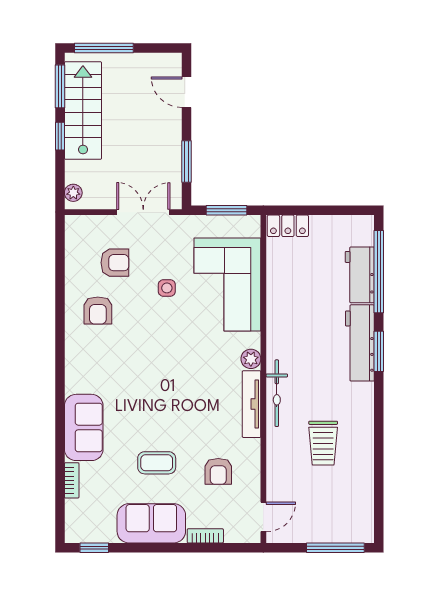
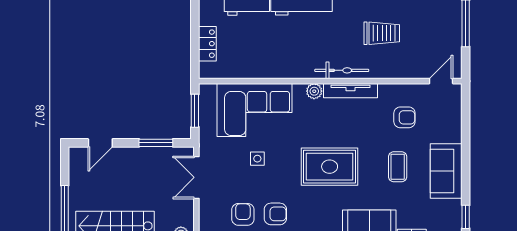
locker: (288, 226) -> (207, 44), moved
armchair: (115, 263) -> (243, 214), moved
rug: (157, 378) -> (330, 167), added
door: (263, 517) -> (441, 81), hinge flipped
bookcase: (205, 536) -> (456, 128), removed

